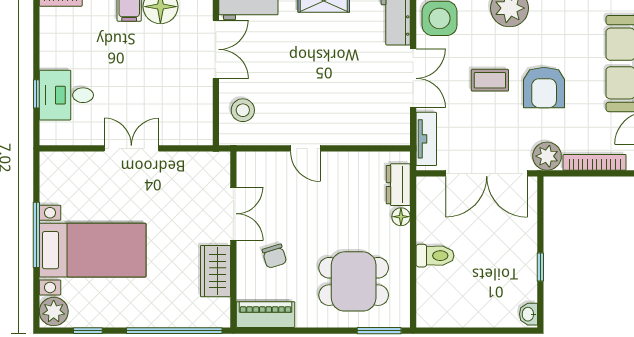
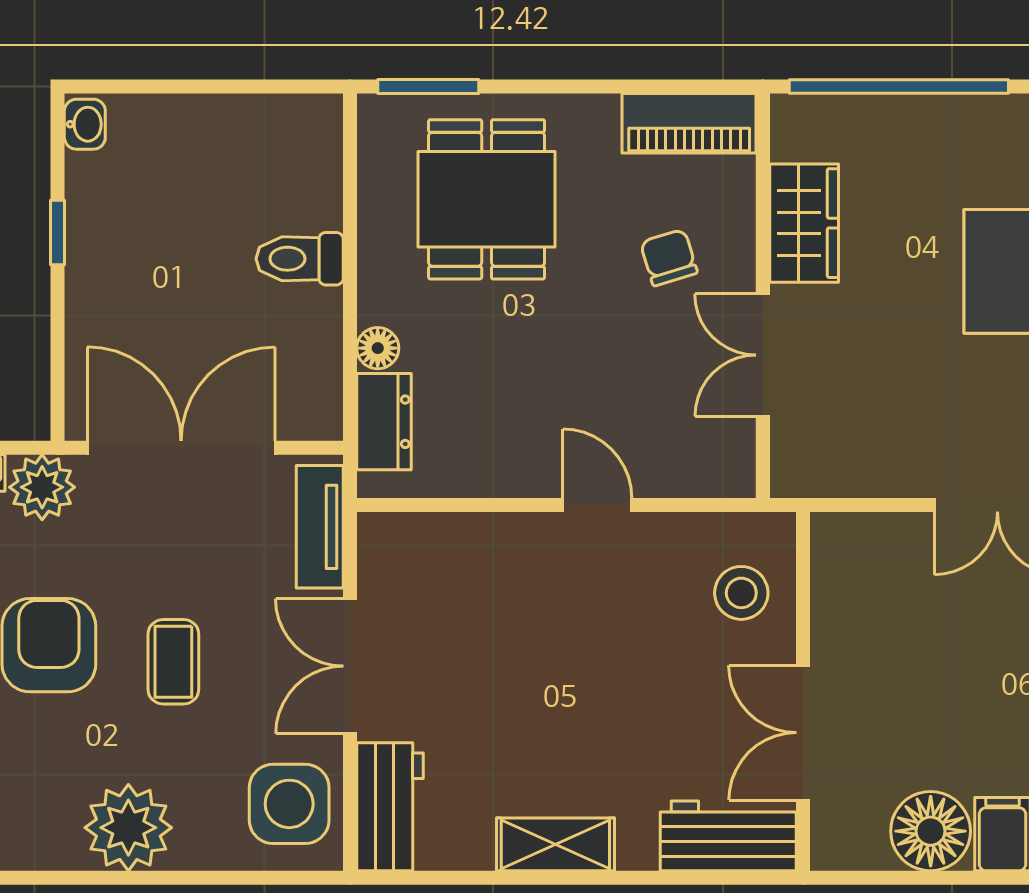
coffee table: (490, 80) -> (173, 662), turned 90
dining table: (354, 281) -> (487, 199), turned 90

